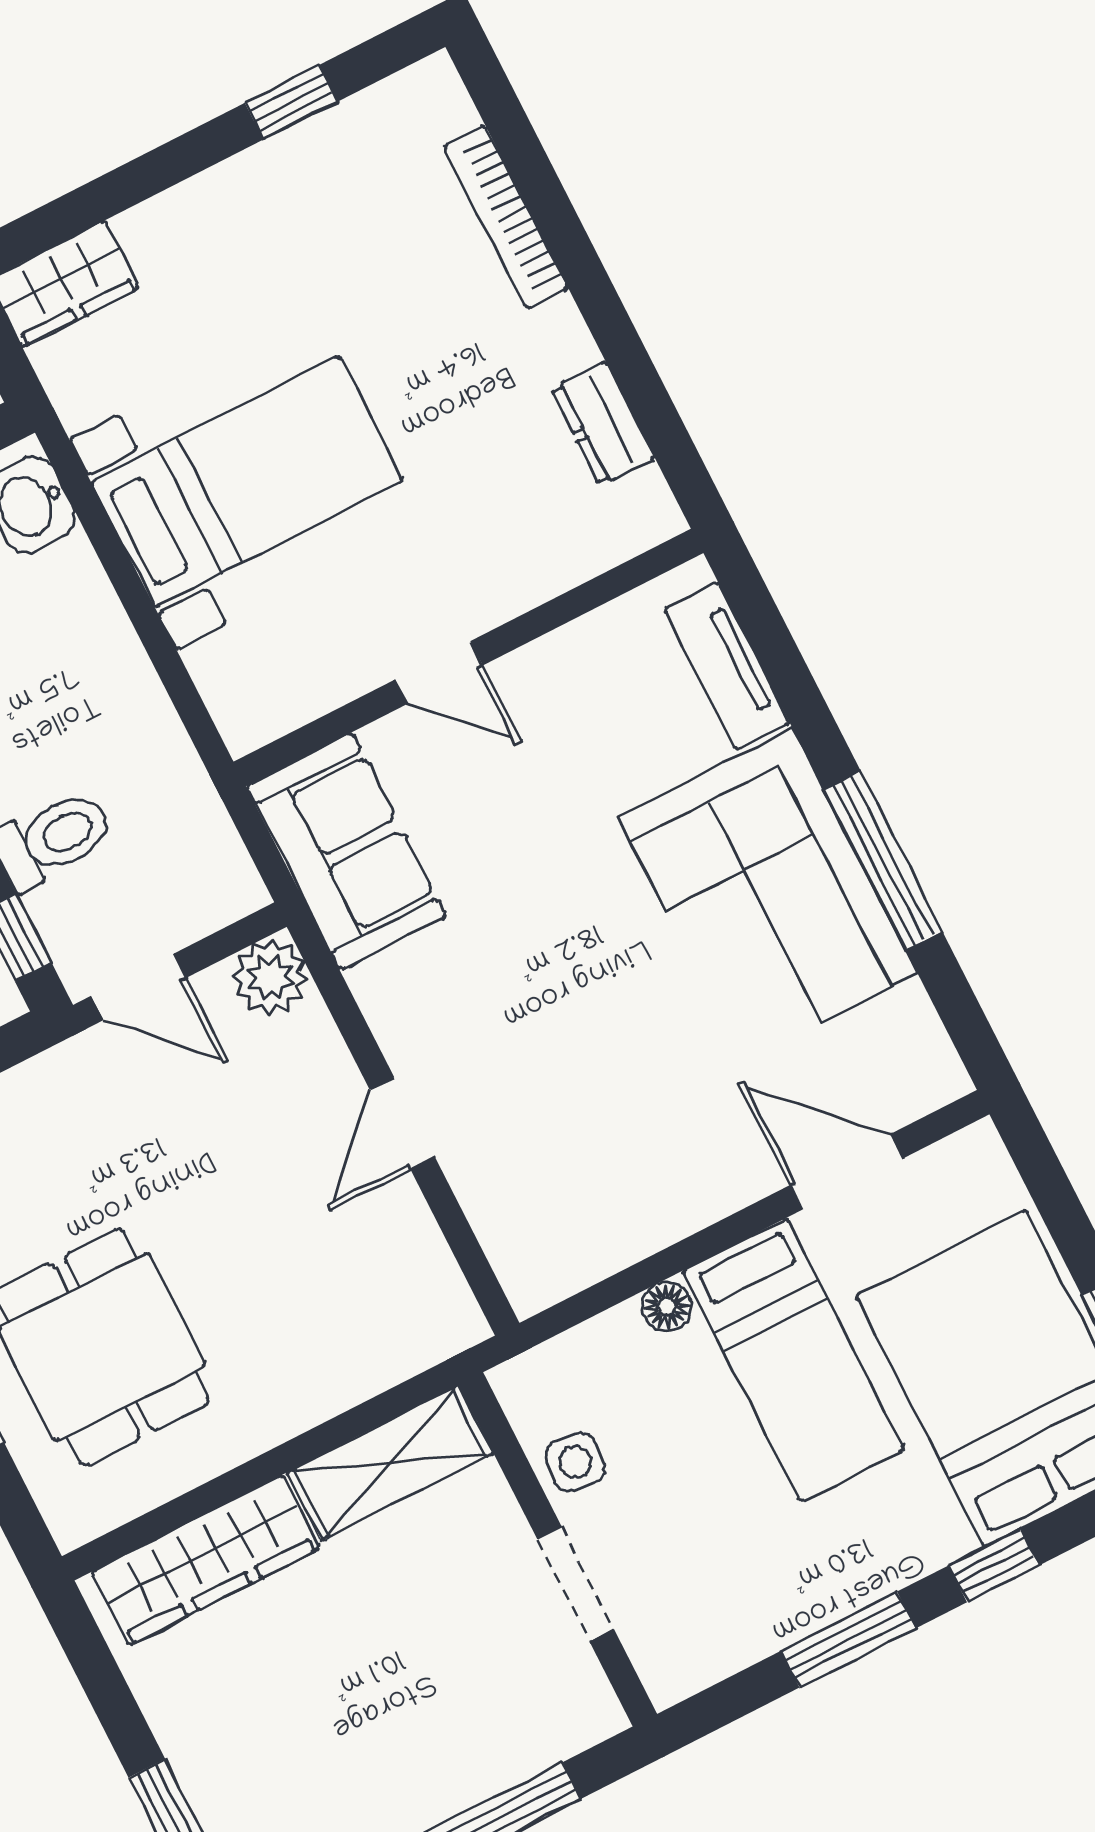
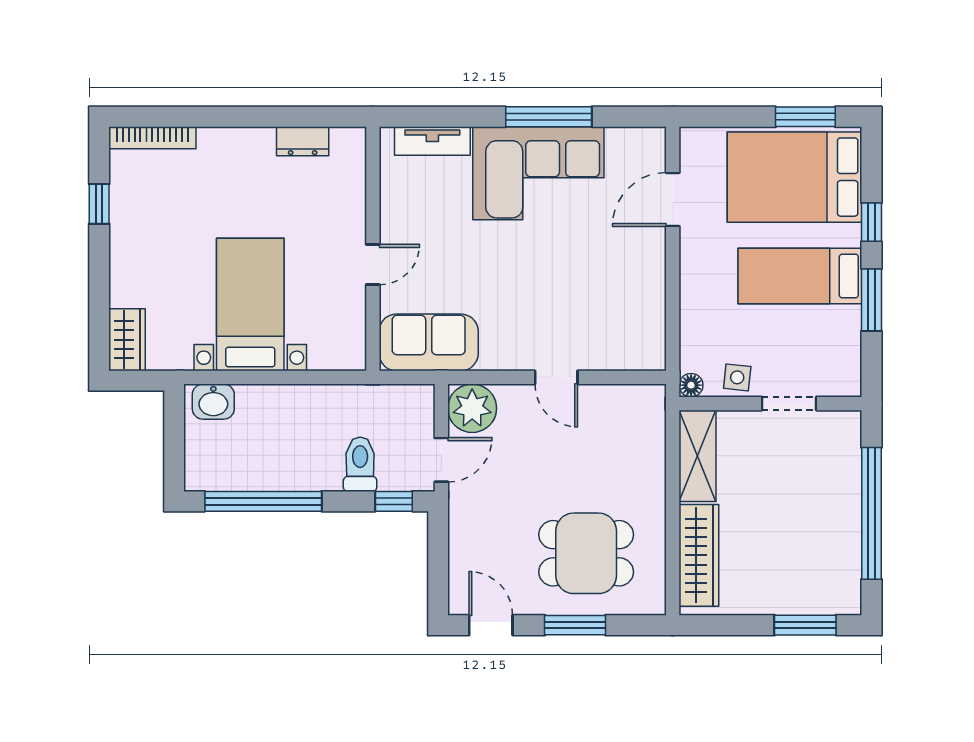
bookcase: (506, 217) -> (152, 138), moved
plant: (270, 977) -> (472, 408), width x1.36, depth x1.36
floor lamp: (667, 1306) -> (691, 385), moved
bed: (794, 1360) -> (800, 276), moved, turned 180

